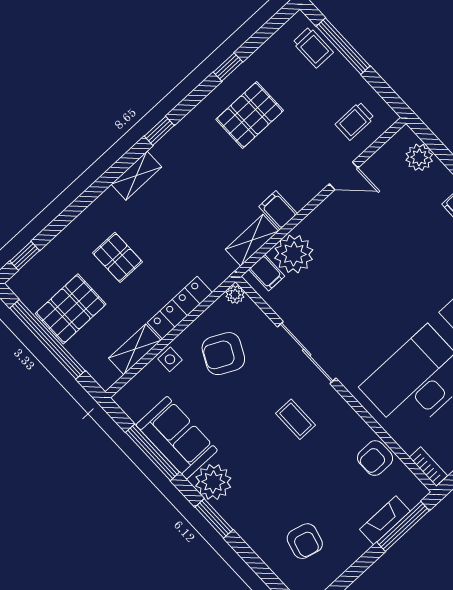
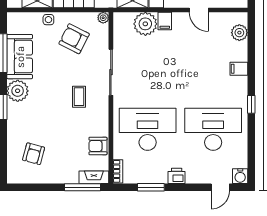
filing cabinet: (267, 273) -> (165, 21), moved
fireplace: (385, 520) -> (94, 177), moved

